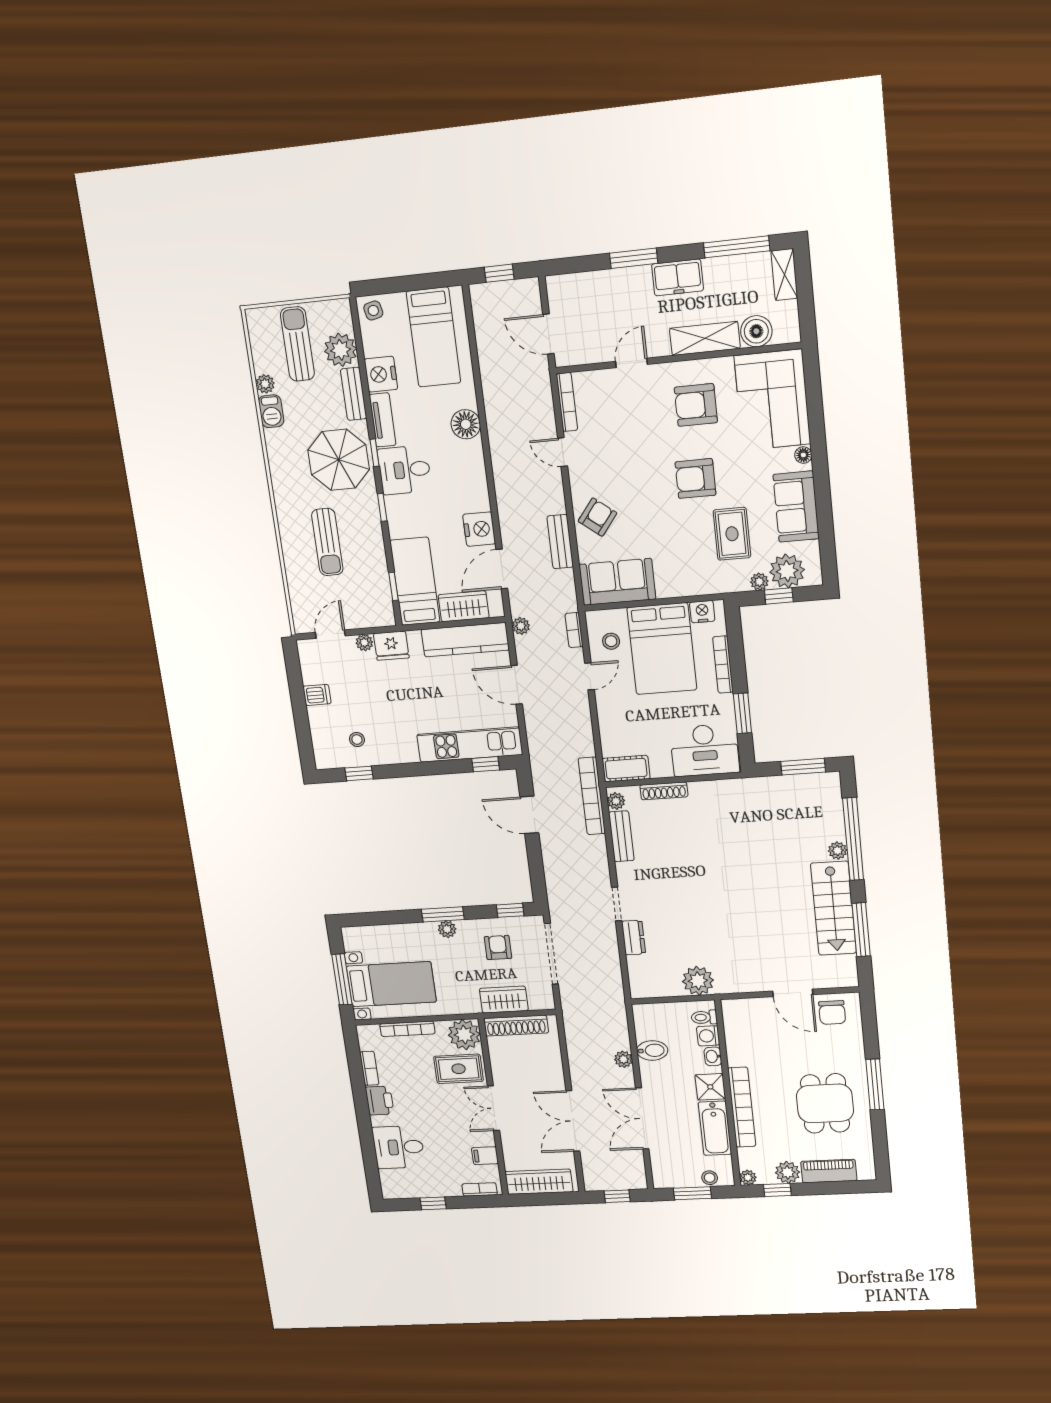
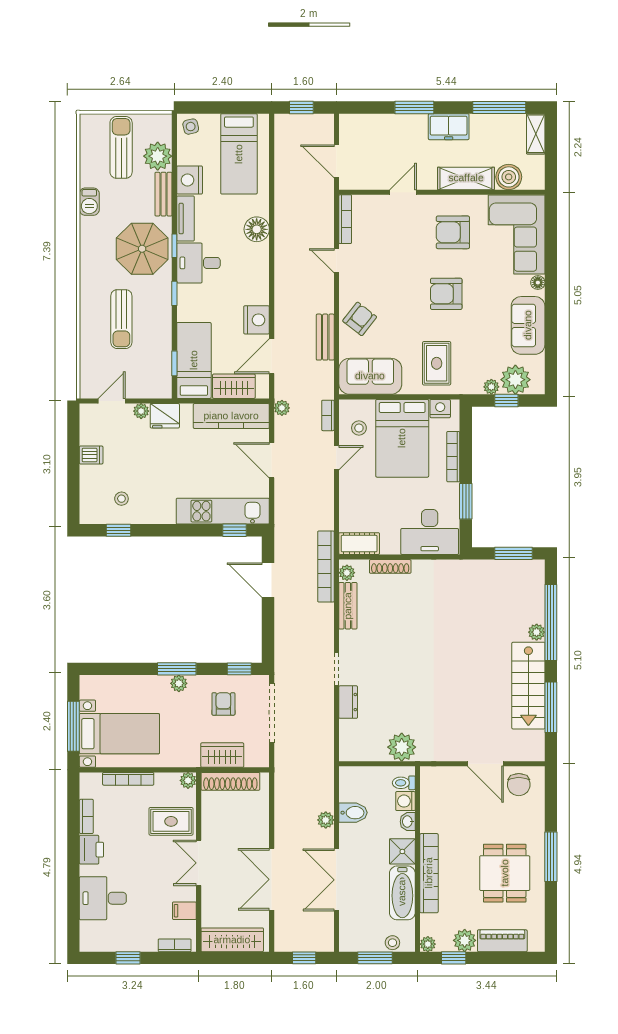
plant: (265, 384) -> (88, 178), removed
rug: (732, 534) -> (437, 363), moved
plant: (464, 1035) -> (188, 780), width x0.53, depth x0.53

